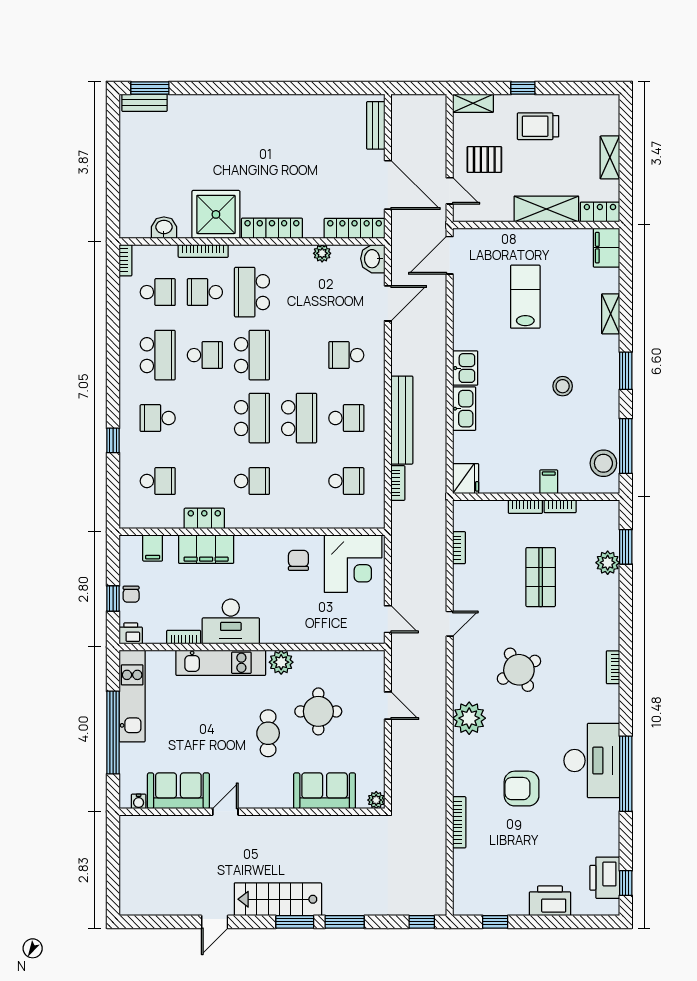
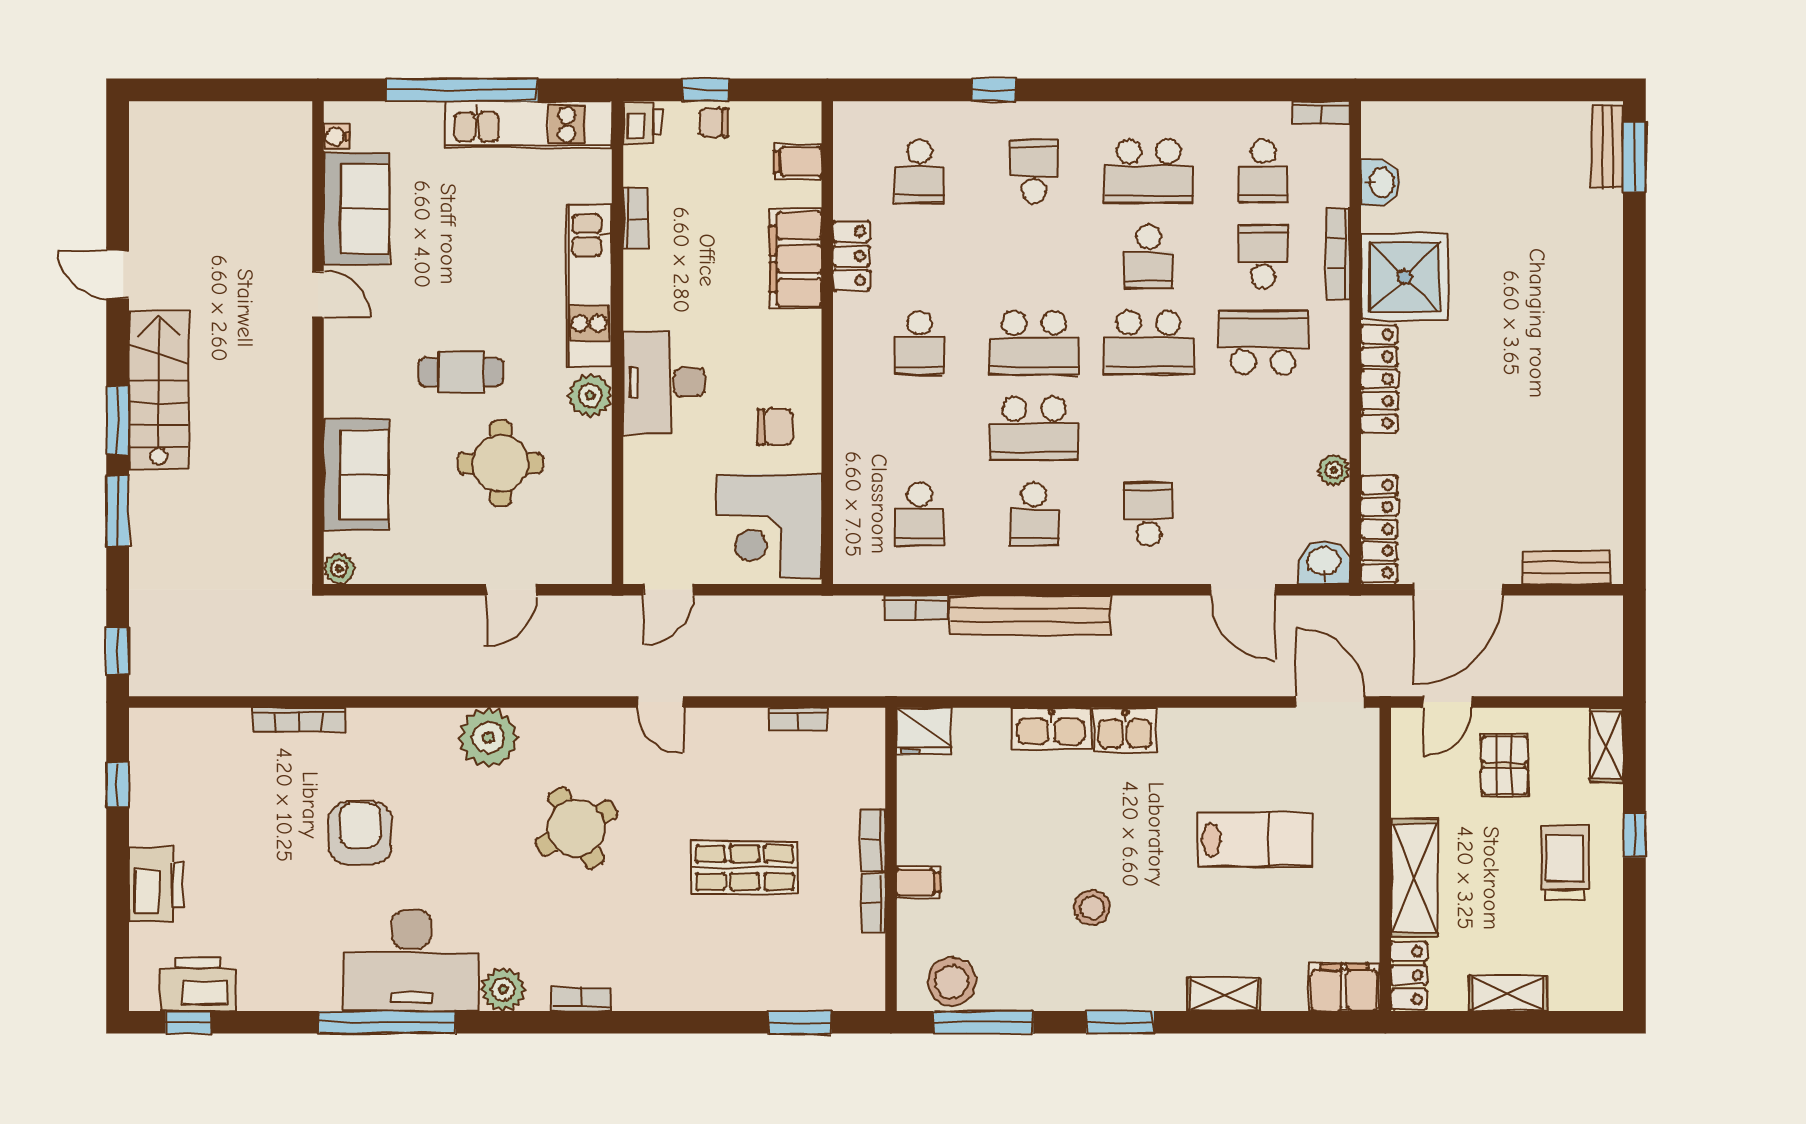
plant: (608, 563) -> (503, 989), moved
desk: (231, 622) -> (664, 382), moved

